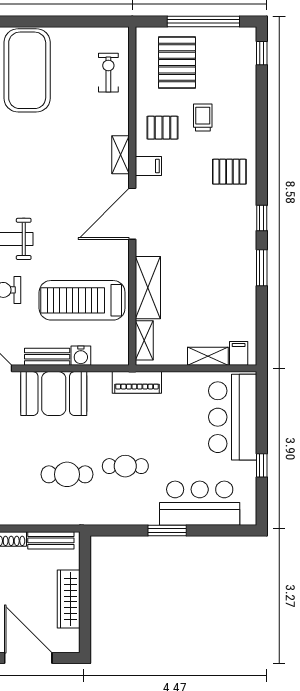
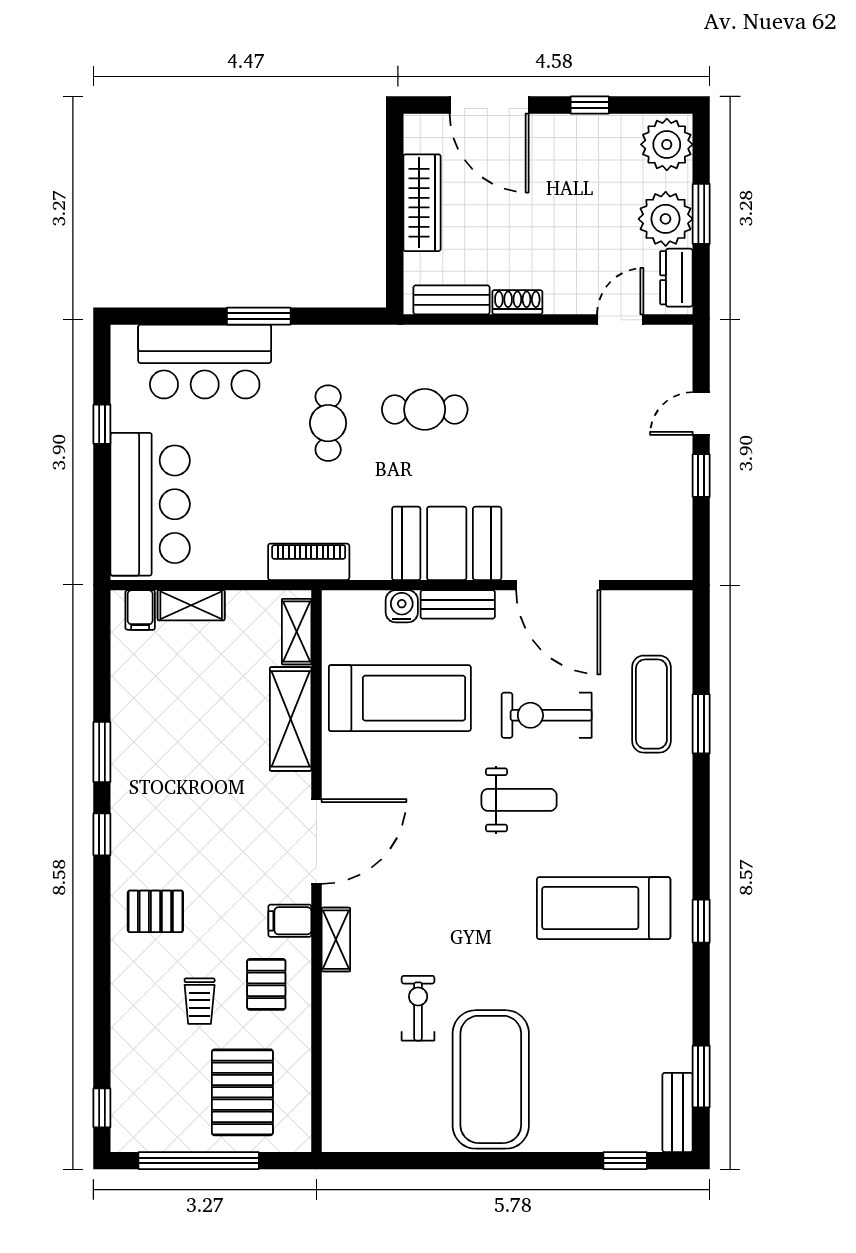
exercise bike: (108, 73) -> (418, 1008), moved, turned 180
pallet: (163, 128) -> (266, 984), turned 90
cafe table: (125, 466) -> (328, 423), turned 90

